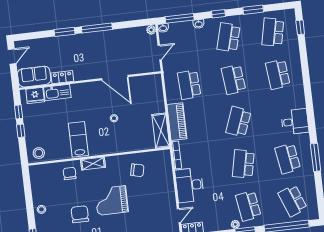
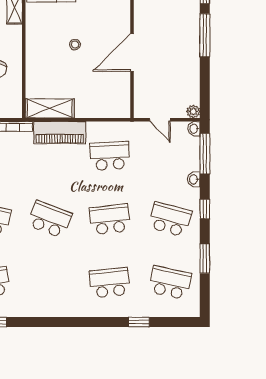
window: (300, 27) -> (139, 322), moved
desk: (295, 122) -> (40, 299), removed

